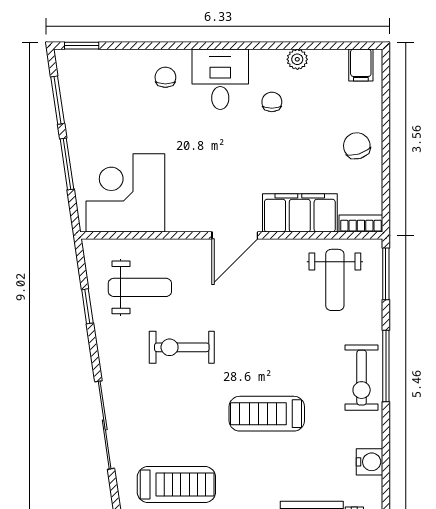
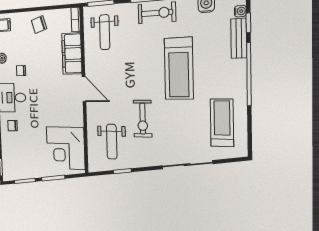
weight bench: (335, 280) -> (105, 32), turned 90
weight bench: (140, 287) -> (112, 142), turned 180
treadmill: (267, 414) -> (179, 69), width x1.37, depth x1.38

